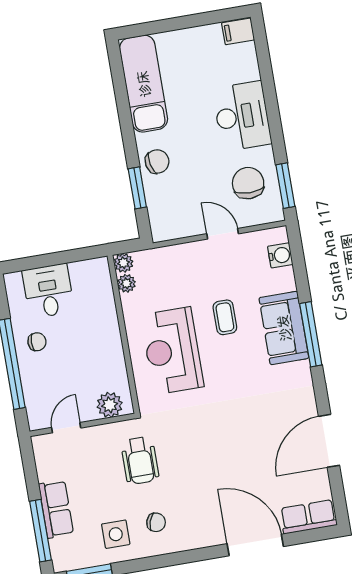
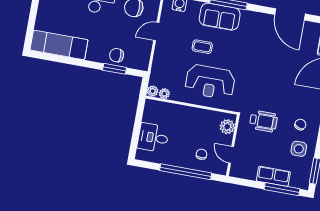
chair: (157, 162) -> (117, 55), moved, turned -78
chair: (37, 342) -> (201, 154), moved

